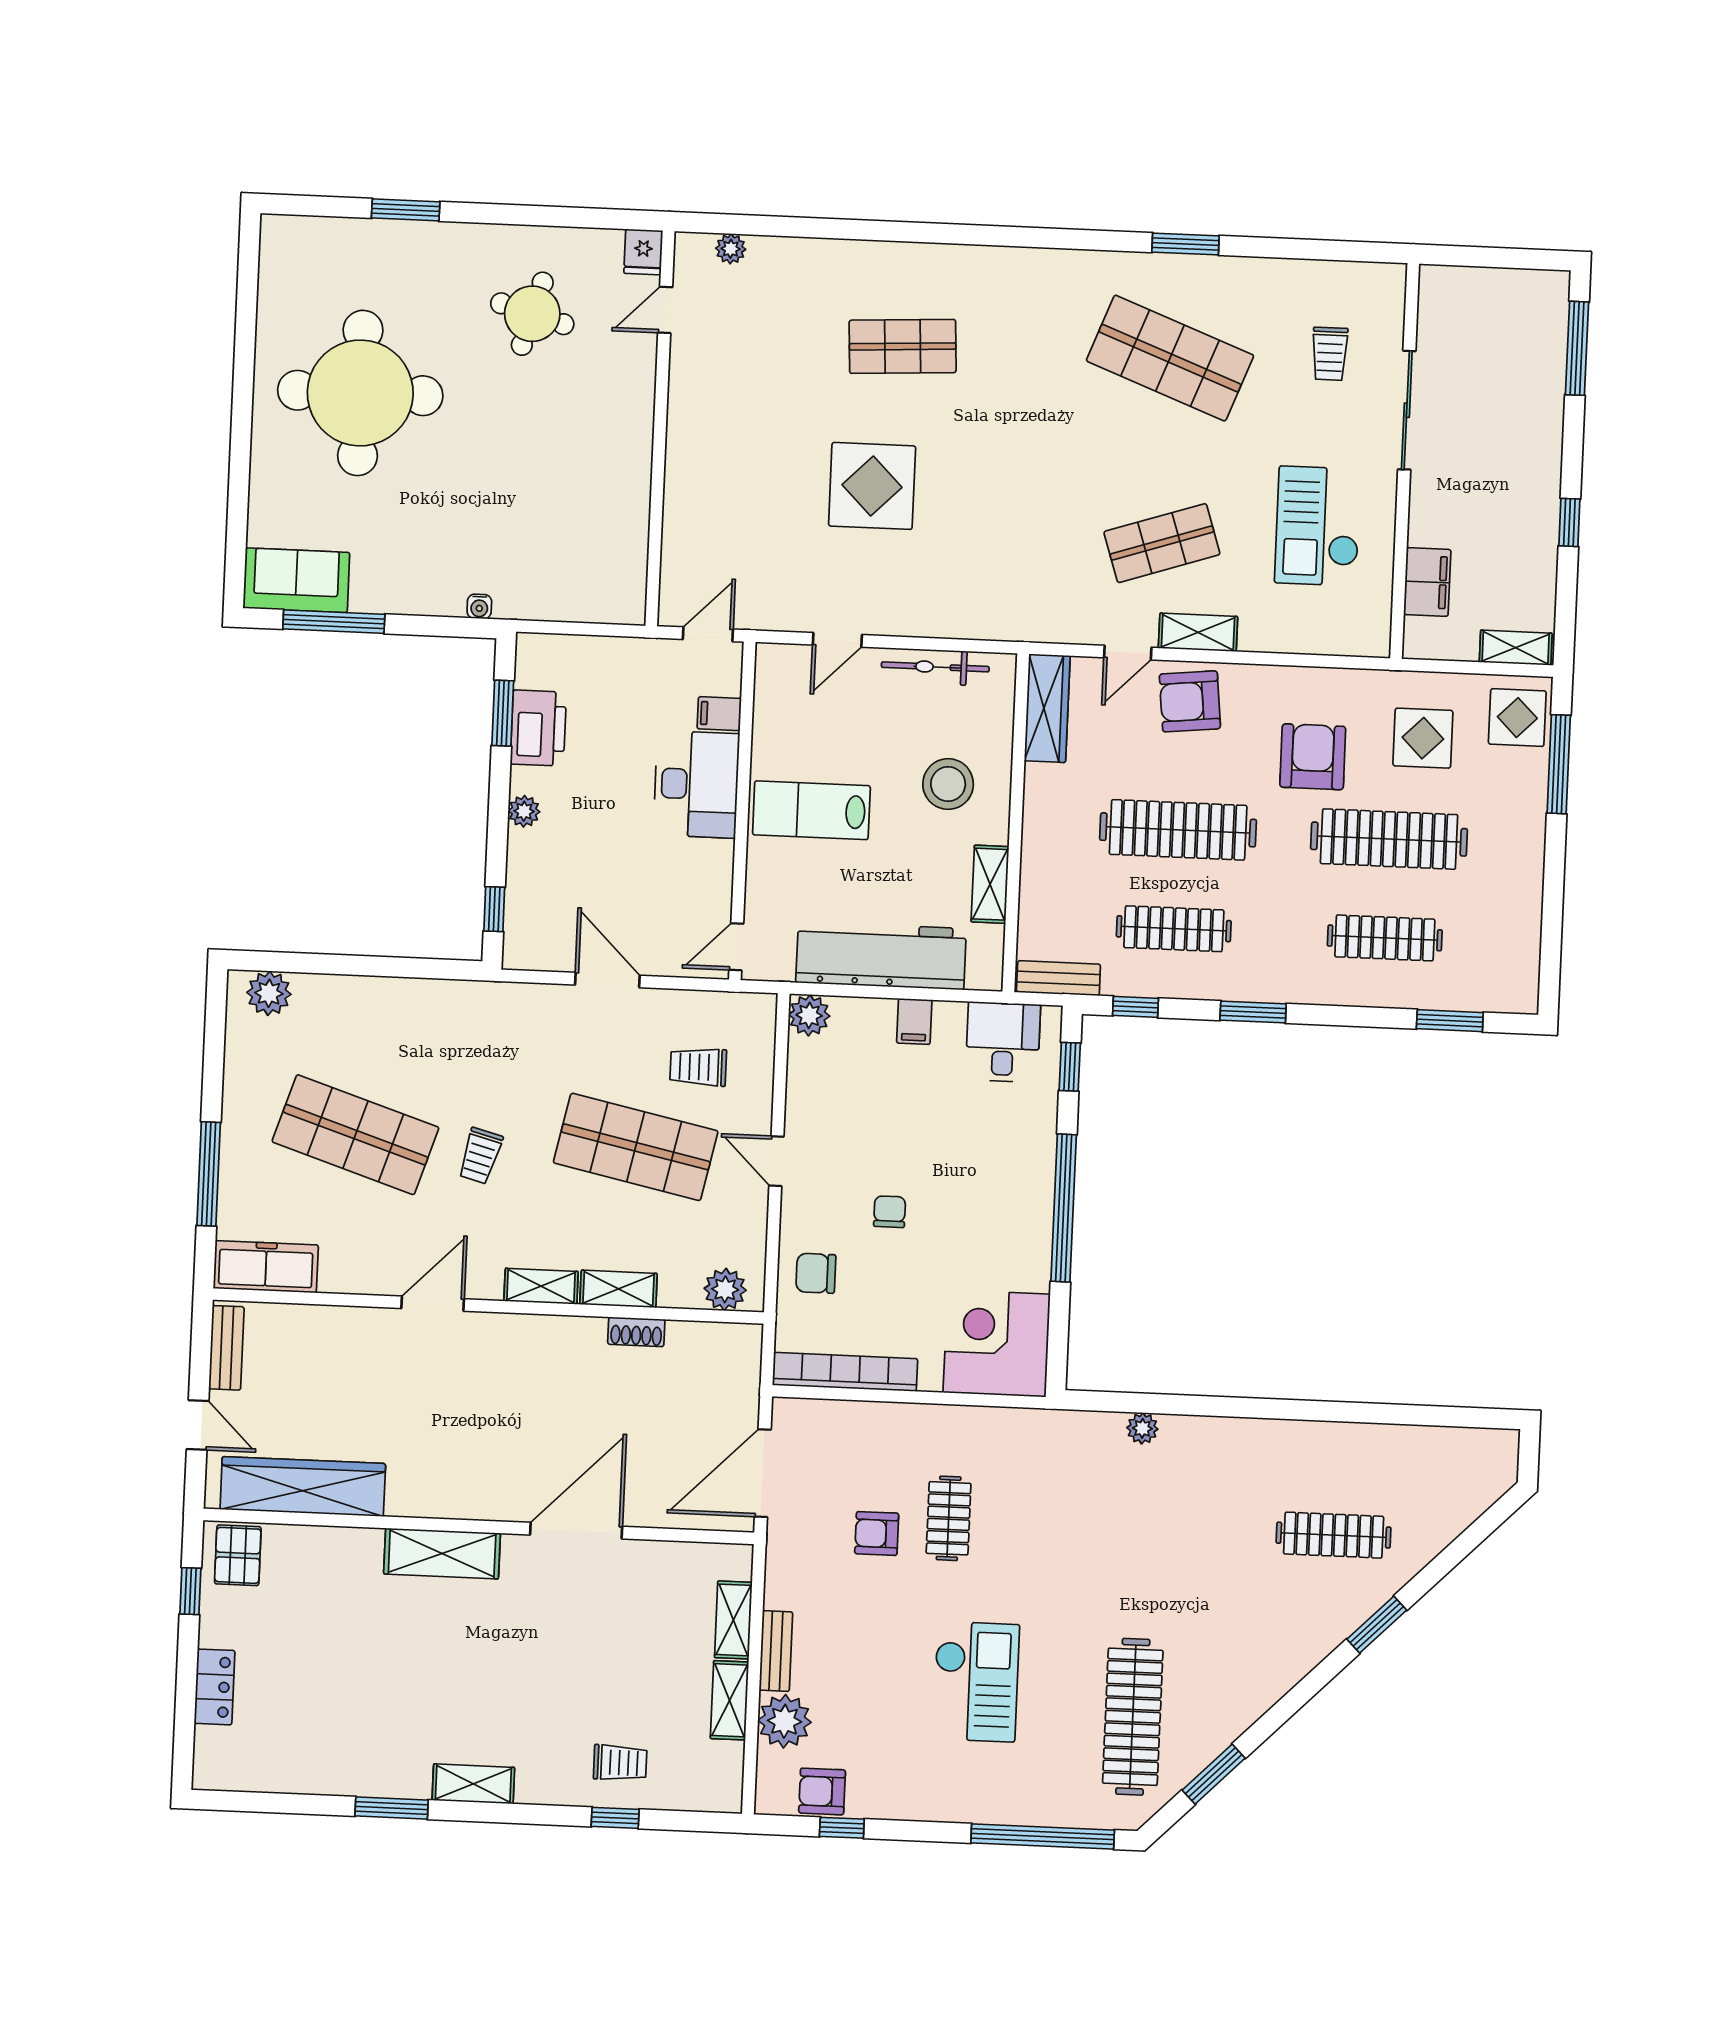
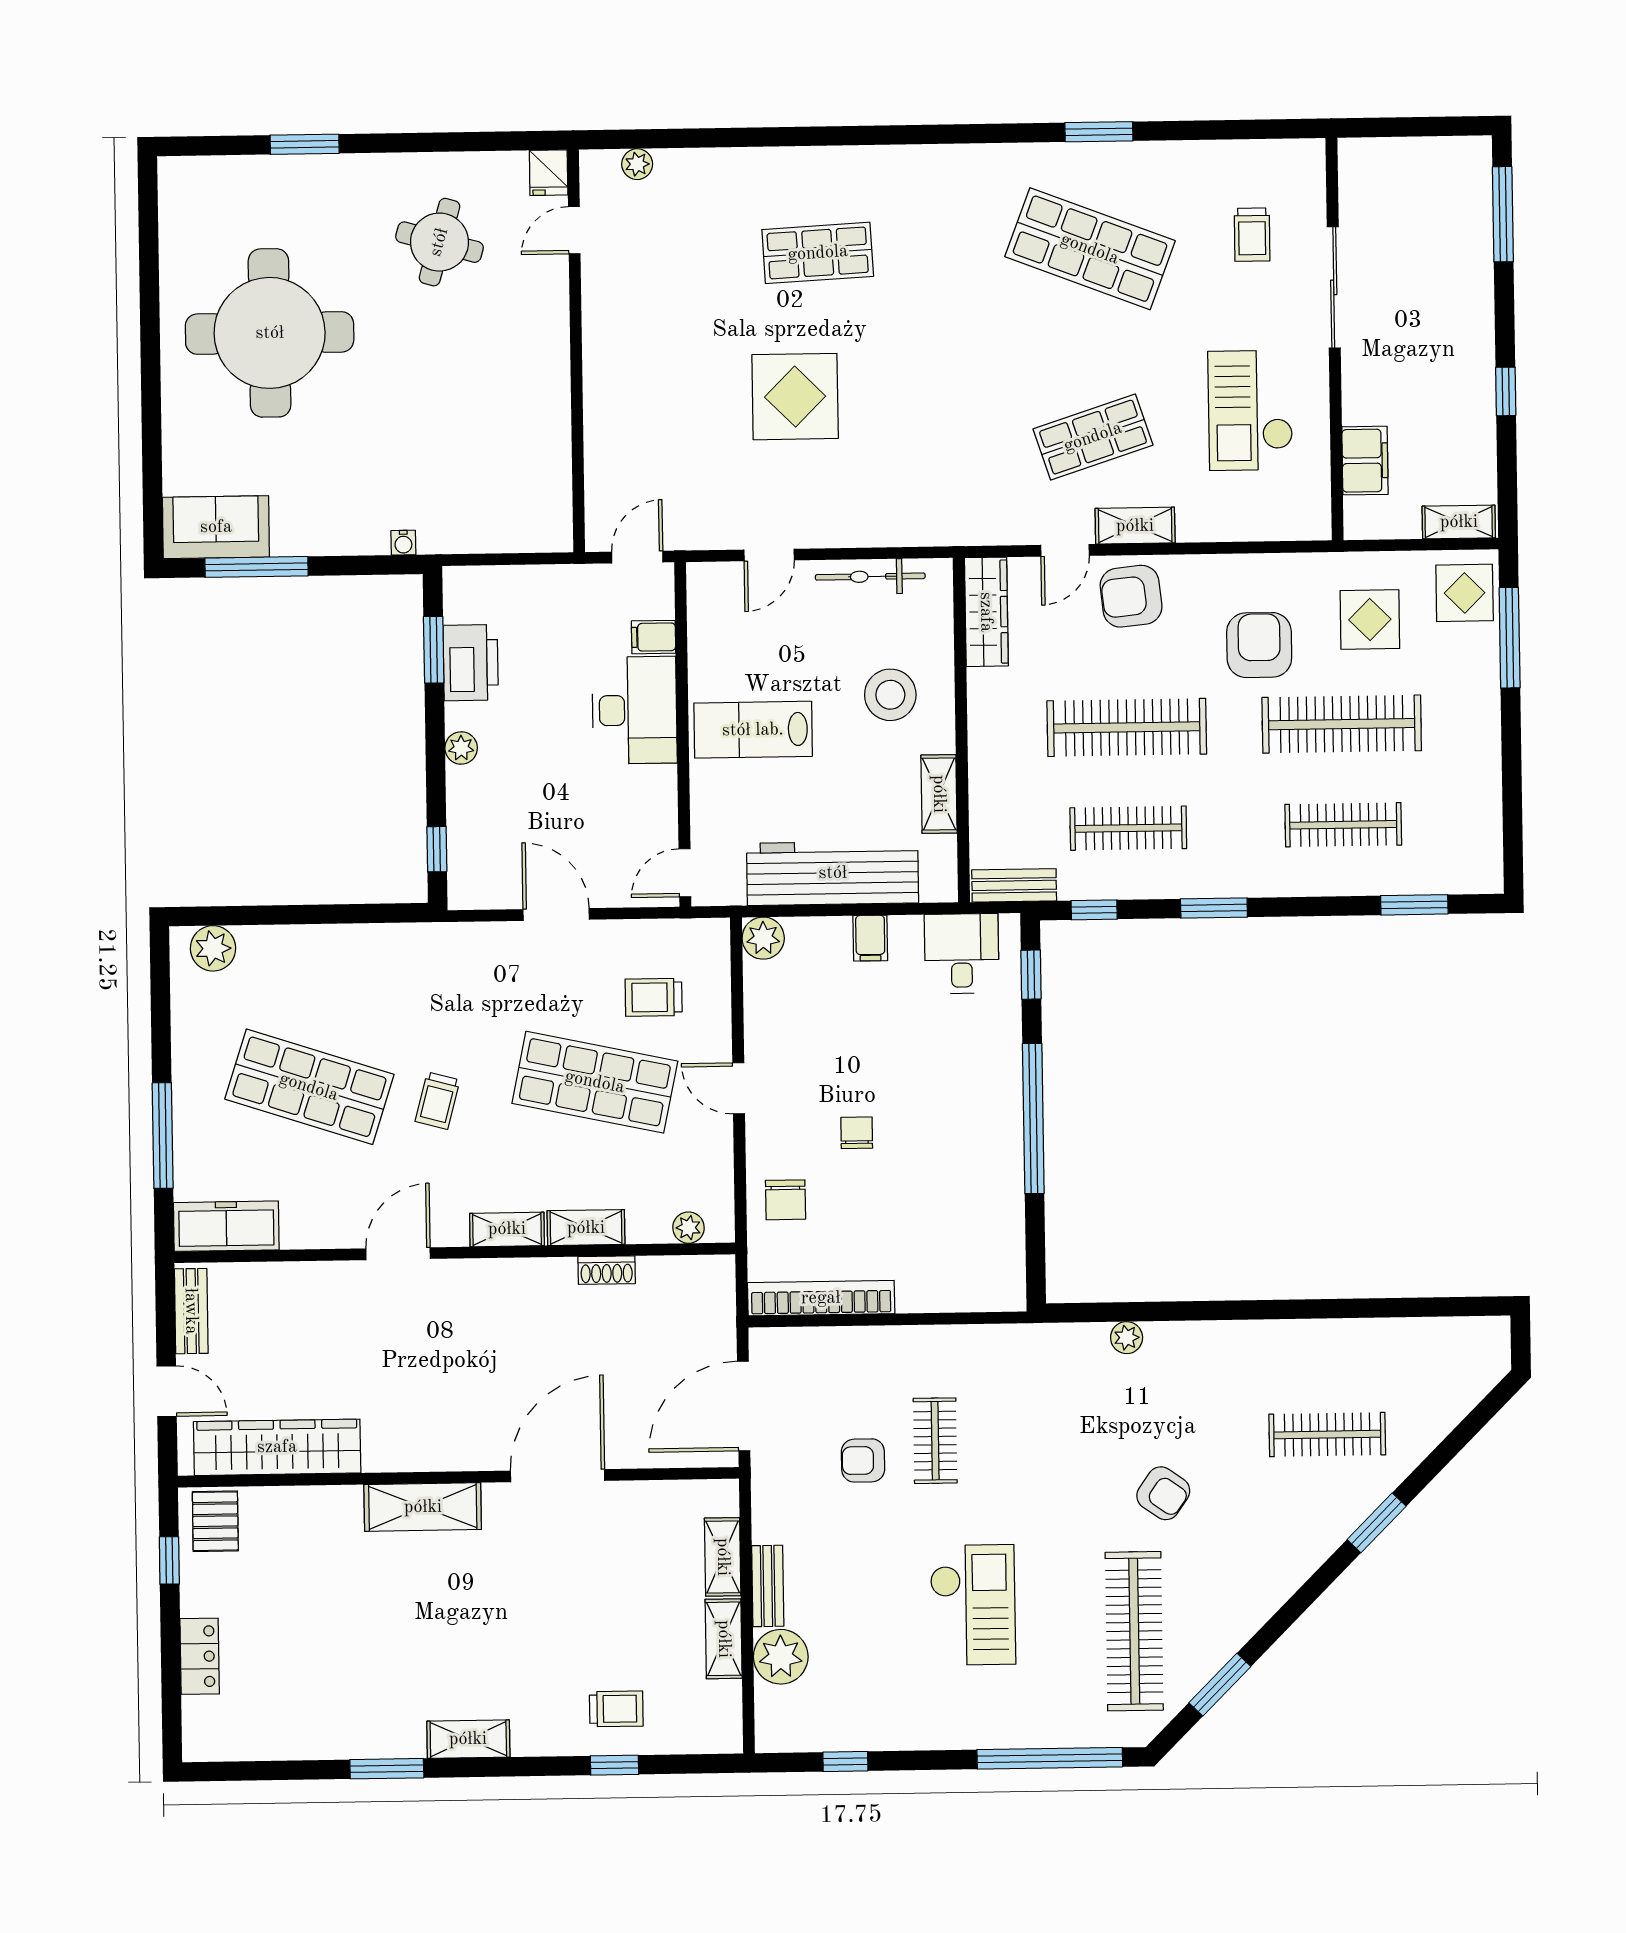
chair: (816, 1273) -> (785, 1200), turned -90
plant: (725, 1289) -> (688, 1228), width x0.73, depth x0.73
corner desk: (997, 1343) -> (973, 1260), removed
armchair: (822, 1791) -> (1163, 1493), moved, turned -145

